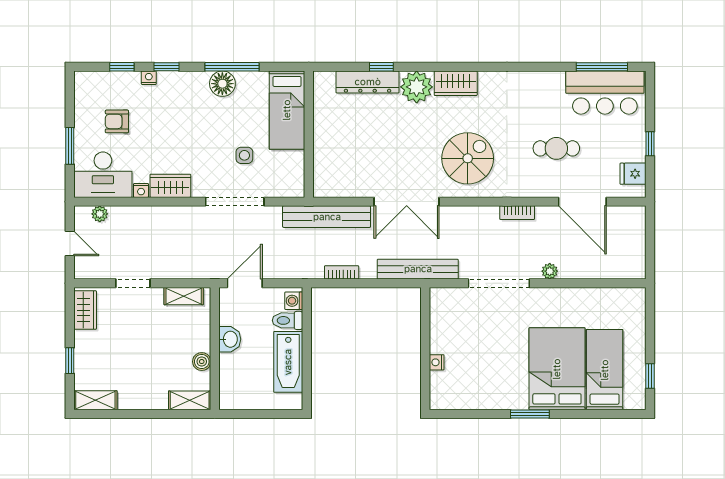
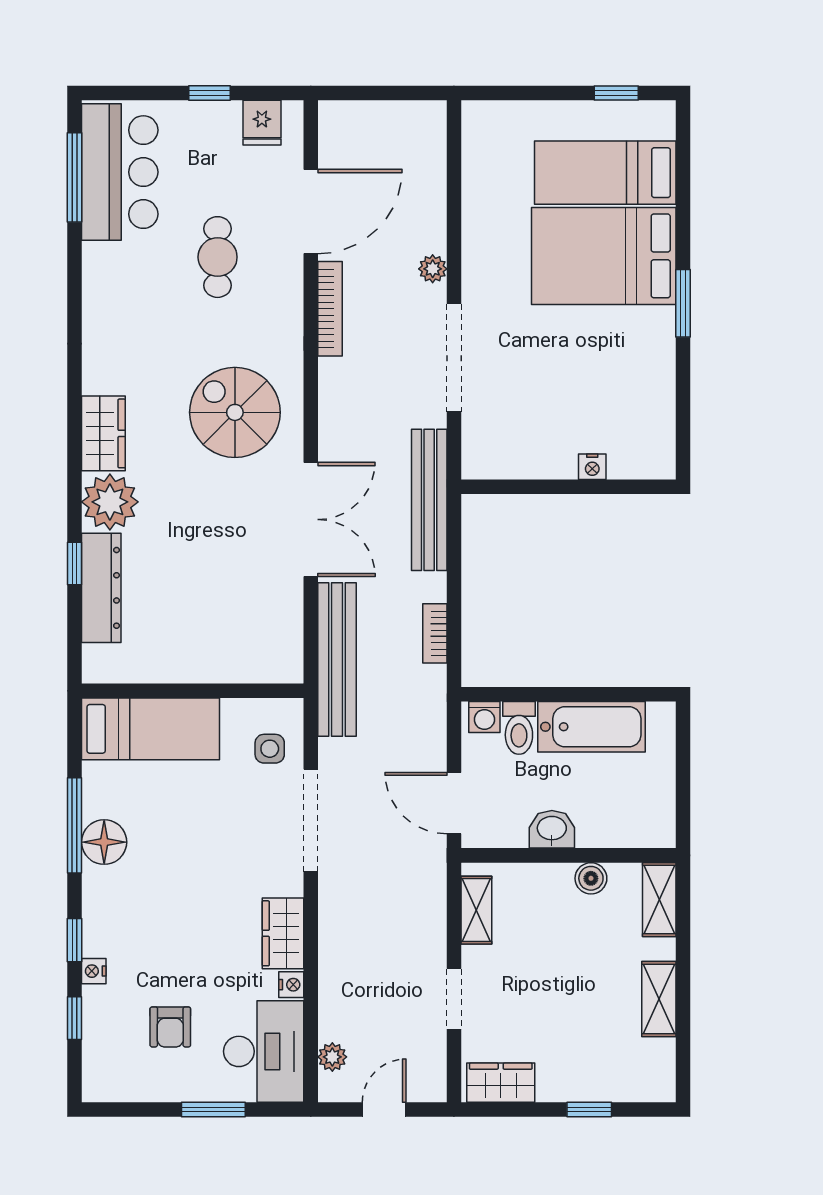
side table: (244, 155) -> (270, 749), moved
bookcase: (517, 213) -> (330, 309), width x1.56
shelving: (95, 400) -> (659, 999), moved

